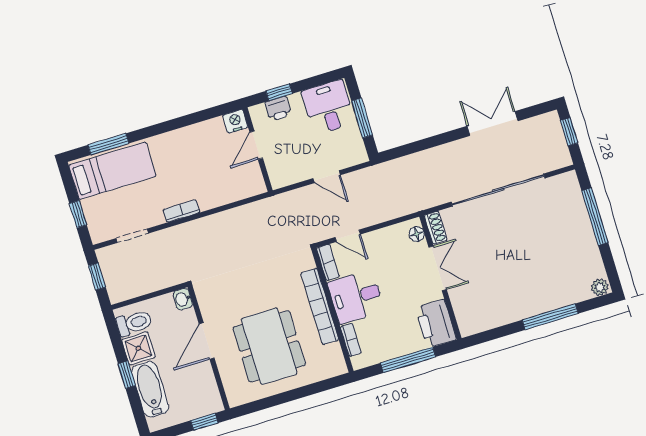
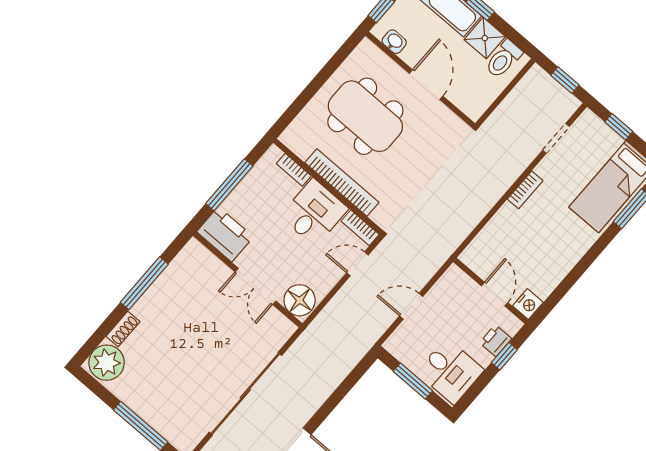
shoe rack: (436, 228) -> (123, 329), moved, turned -90
floor lamp: (417, 234) -> (300, 300), width x1.89, depth x1.89
plant: (600, 287) -> (107, 363), width x1.87, depth x1.87
washbasin: (183, 299) -> (394, 42), moved
window: (550, 317) -> (144, 283), moved

